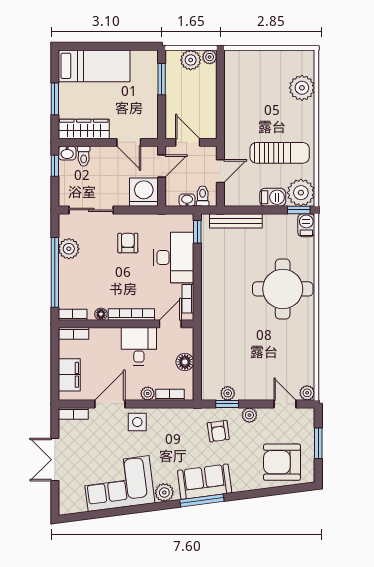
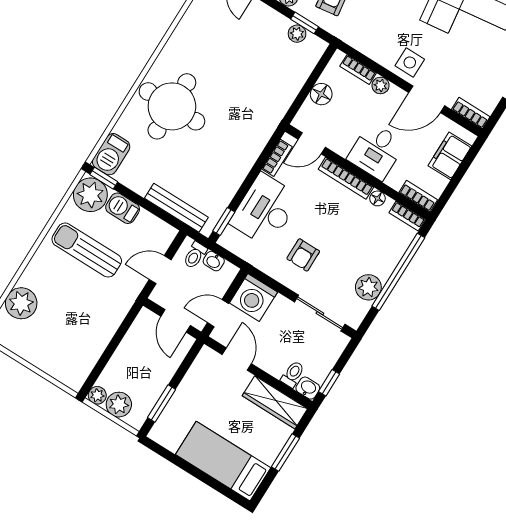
barbecue: (306, 225) -> (111, 154), width x1.38, depth x1.27
desk: (139, 346) -> (376, 151), moved

